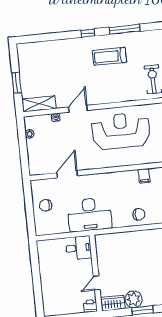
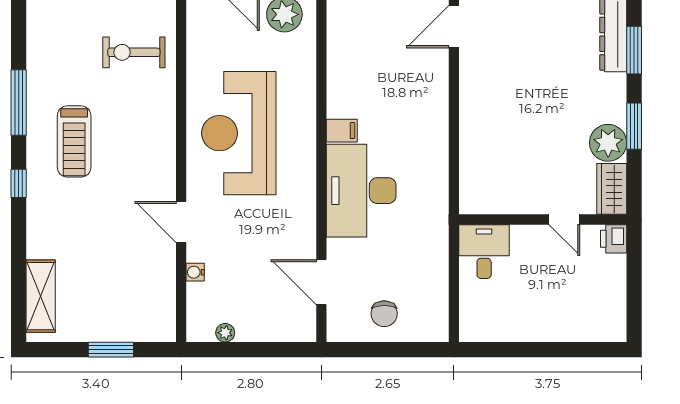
shelving: (39, 104) -> (41, 296), moved
door: (67, 174) -> (321, 282), moved
filing cabinet: (144, 176) -> (342, 131), moved
chair: (139, 214) -> (424, 112), removed
desk: (90, 215) -> (361, 191), moved, turned 180

